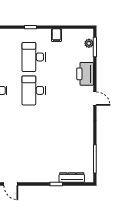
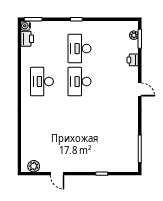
filing cabinet: (56, 35) -> (102, 27), removed
printer: (85, 74) -> (133, 60), width x0.53, depth x0.68
dresser: (72, 177) -> (117, 167), removed

